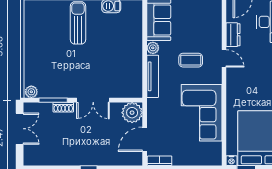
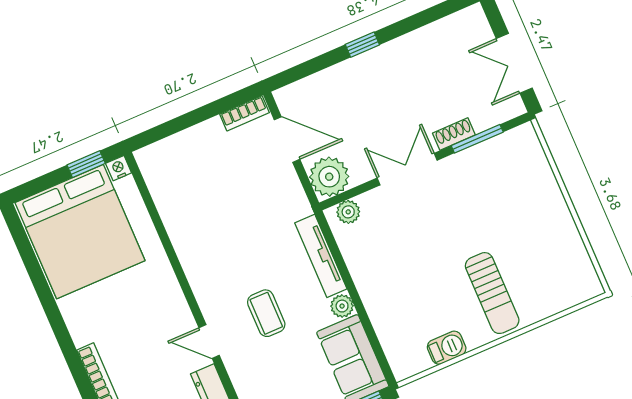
coffee table: (191, 60) -> (266, 313), turned 90
plant: (31, 92) -> (348, 212), moved
corner sofa: (202, 113) -> (207, 229), removed
door: (145, 139) -> (287, 140), hinge flipped

